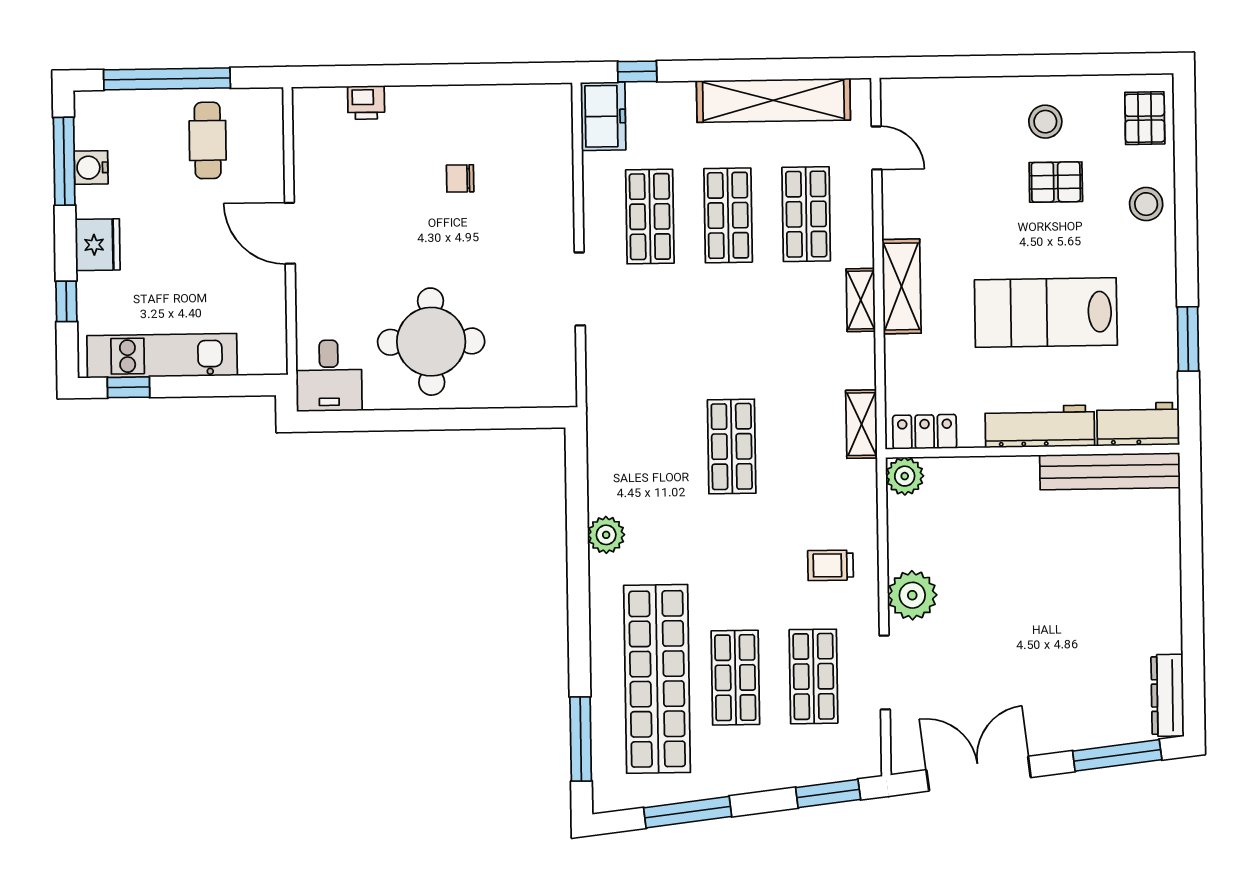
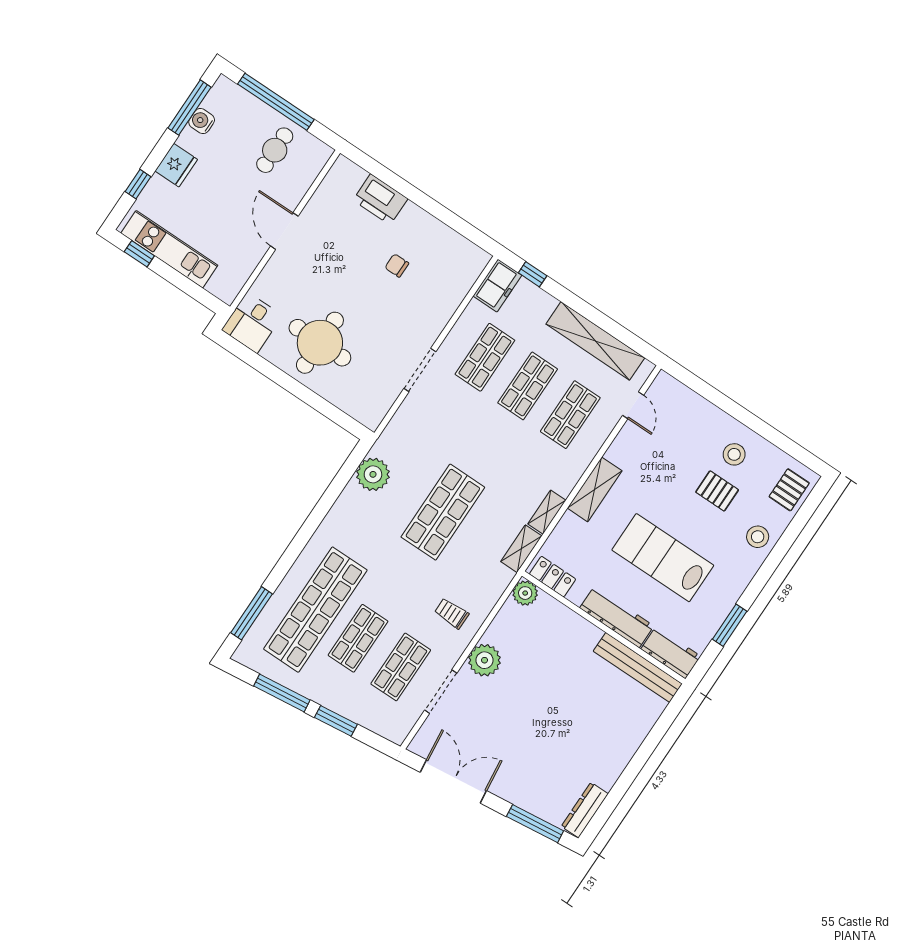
printer: (366, 102) -> (380, 199), width x1.87, depth x1.48
shelving: (861, 300) -> (547, 512), moved
shop shelf: (732, 446) -> (443, 512), width x1.43, depth x1.36
plant: (606, 535) -> (373, 474), moved, width x1.36, depth x1.36
window: (828, 794) -> (336, 721), moved

